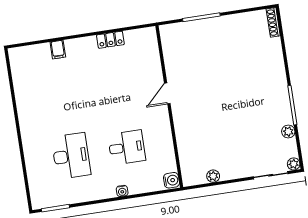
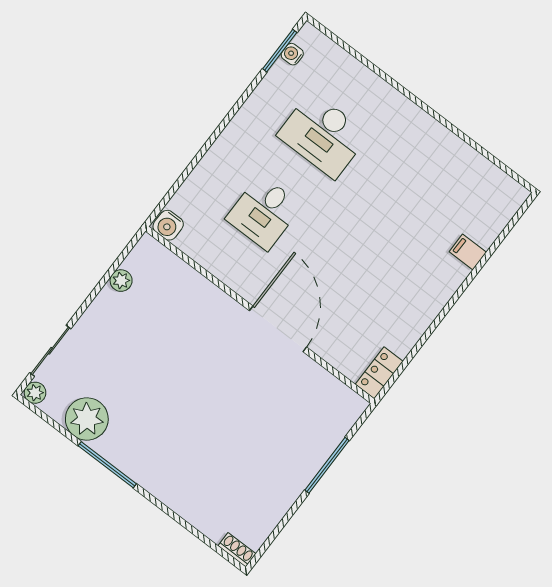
shoe rack: (273, 22) -> (237, 550), width x0.70
locker: (110, 40) -> (379, 373), moved
door: (167, 93) -> (278, 329), width x1.87
plant: (288, 132) -> (87, 419), width x1.87, depth x1.87
water cooler: (122, 191) -> (292, 54), moved

